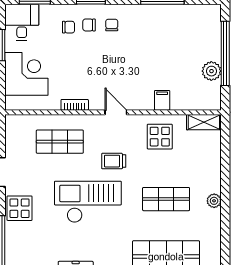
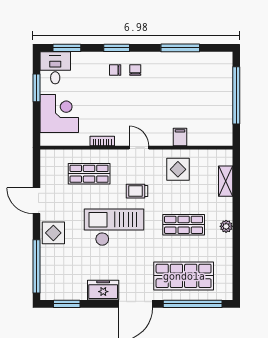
chair: (69, 27) -> (97, 72), removed
plant: (211, 71) -> (224, 111), removed
shelving: (204, 122) -> (226, 181), moved, turned 90

